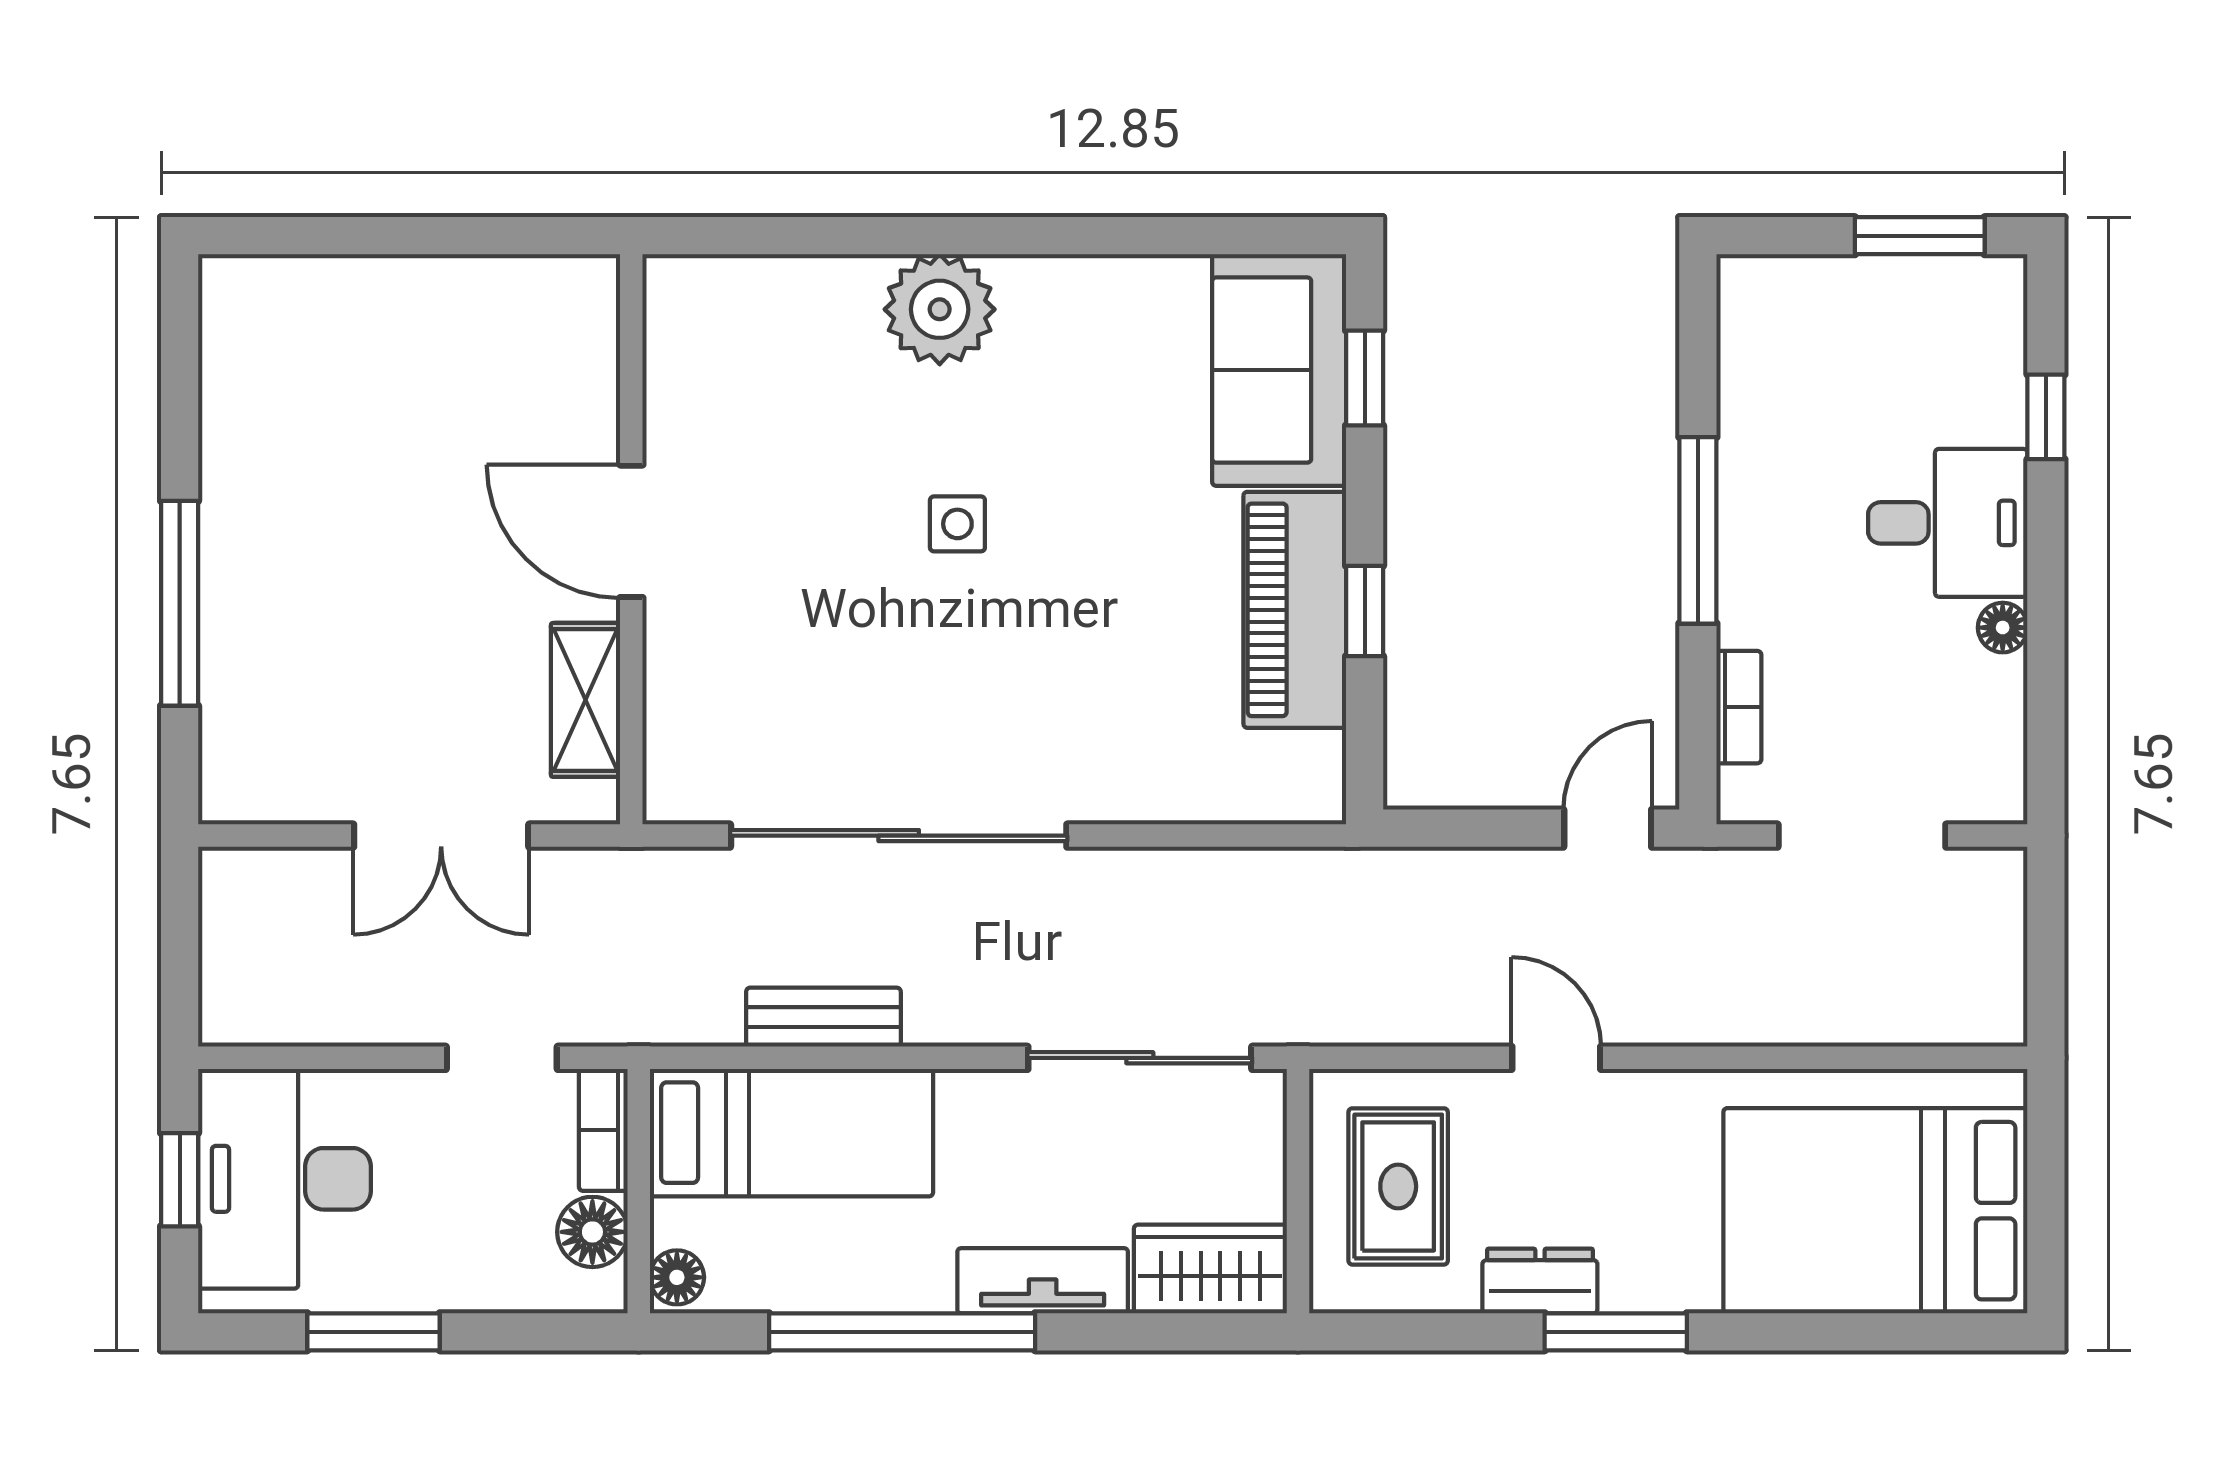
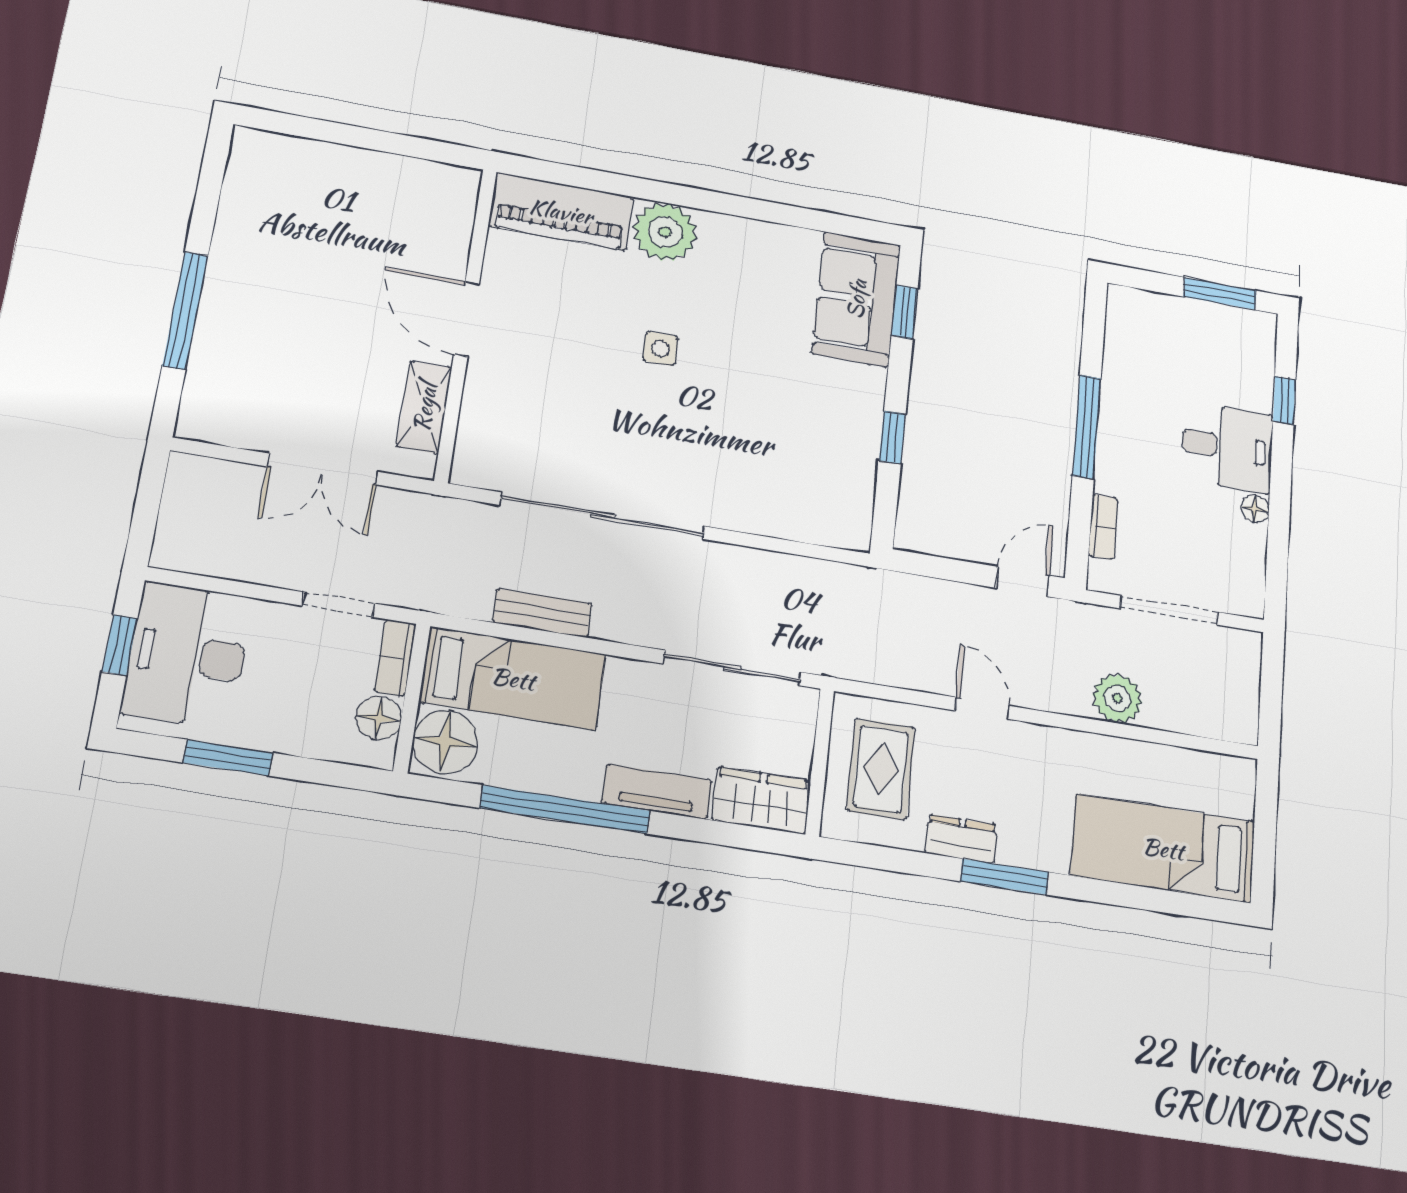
piano: (1295, 610) -> (561, 211), moved, turned -90
plant: (1783, 1004) -> (1117, 698), added
bed: (1875, 1211) -> (1163, 848), width x0.67
floor lamp: (677, 1277) -> (445, 742), width x1.89, depth x1.89

